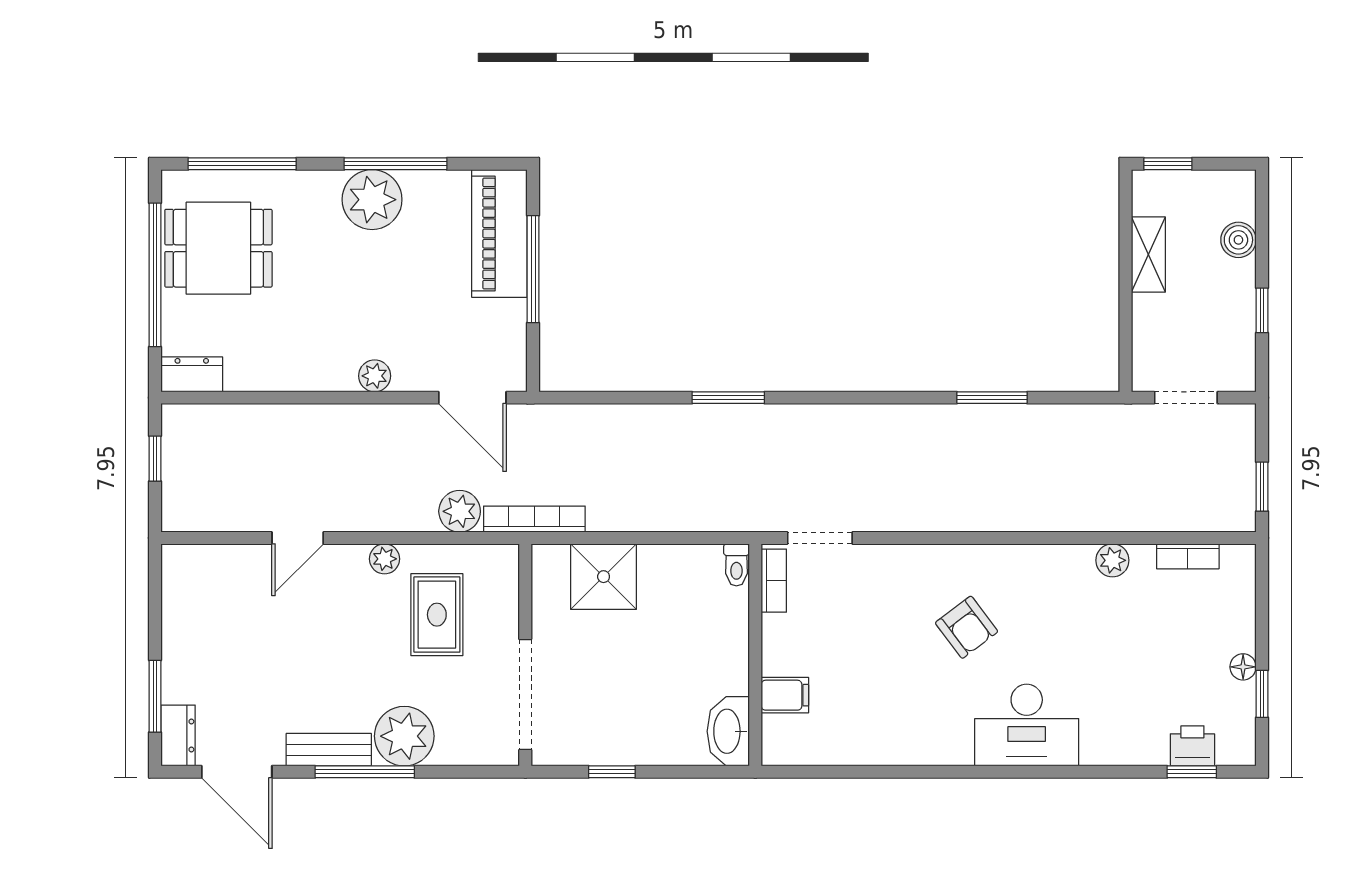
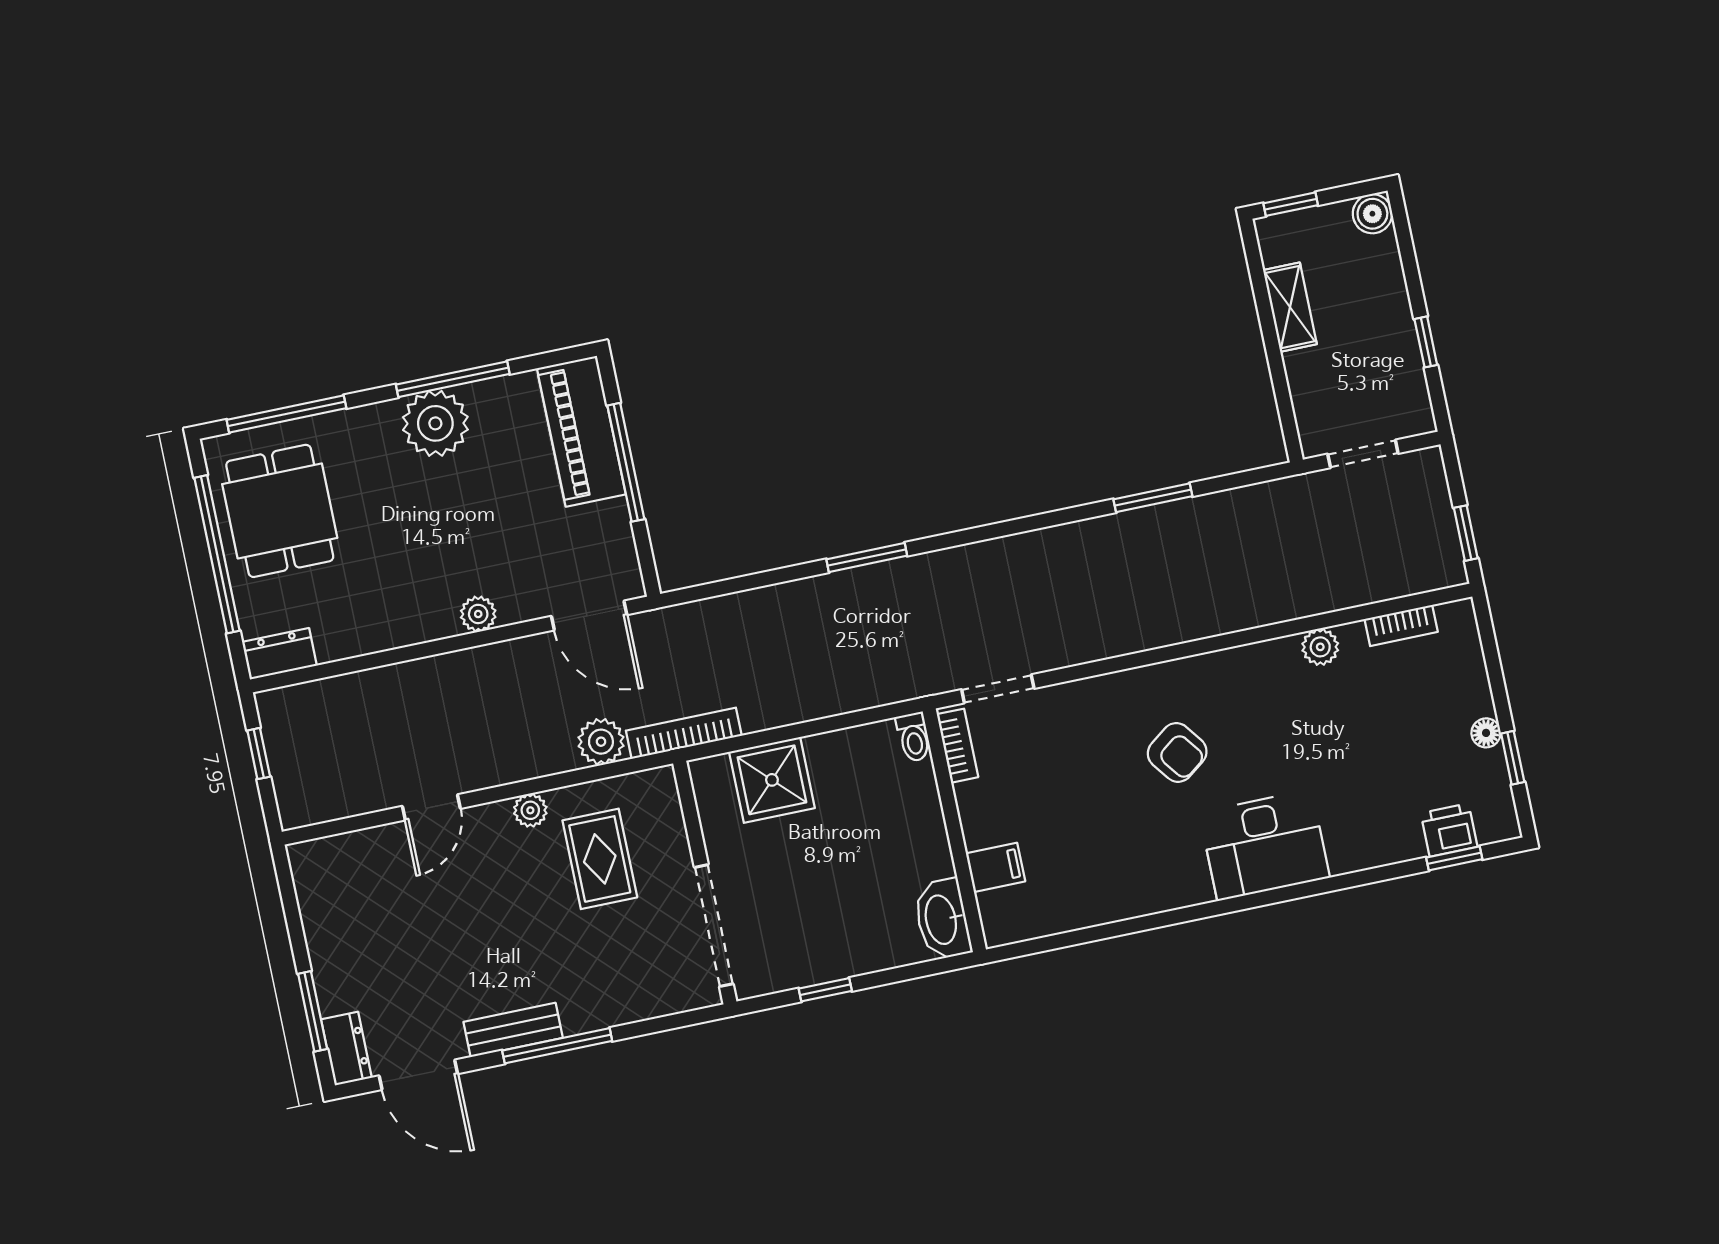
boiler: (1238, 240) -> (1372, 214), moved
dining table: (218, 248) -> (280, 511), turned 90
plant: (404, 736) -> (592, 998), removed

